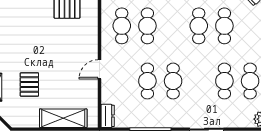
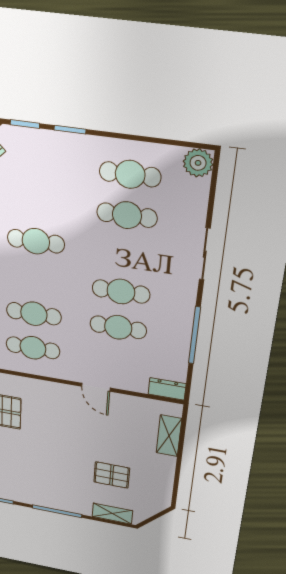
cafe table: (224, 26) -> (37, 203), removed
shelving: (63, 118) -> (169, 436), width x0.67, depth x0.75

